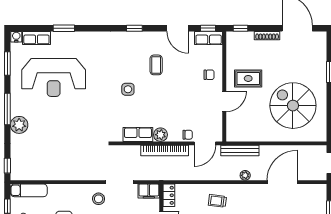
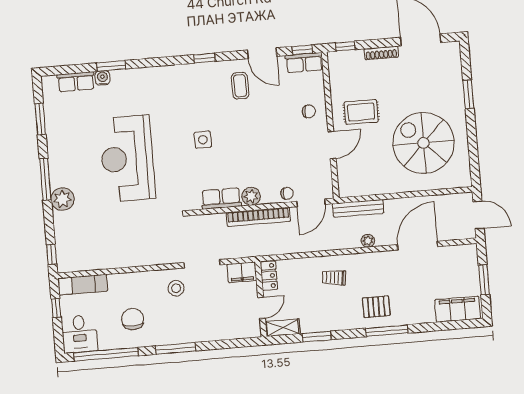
water cooler: (16, 37) -> (102, 78), moved
coffee table: (156, 65) -> (240, 86), moved
reception desk: (54, 77) -> (127, 159), moved, turned 90

